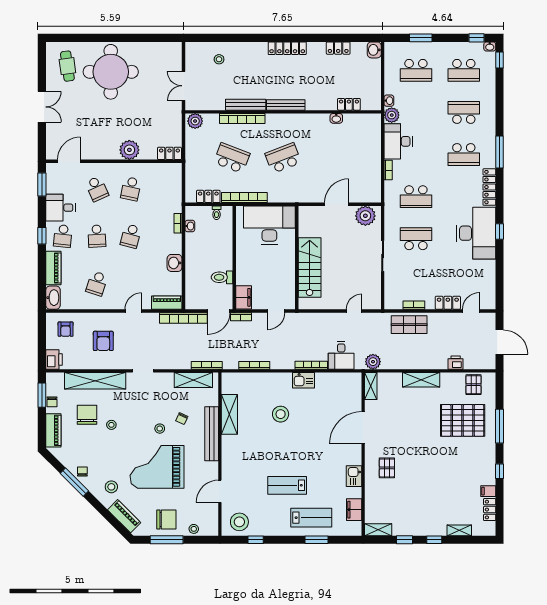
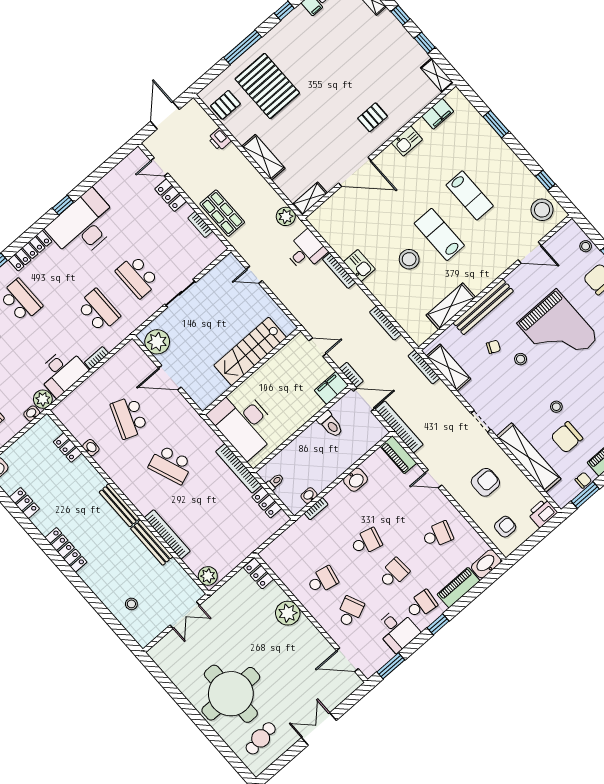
school desk: (232, 158) -> (129, 417), moved
lab bench: (311, 518) -> (439, 234), moved

